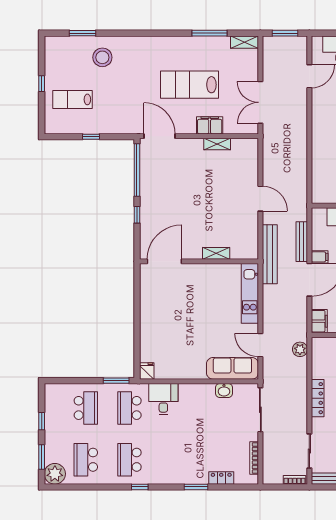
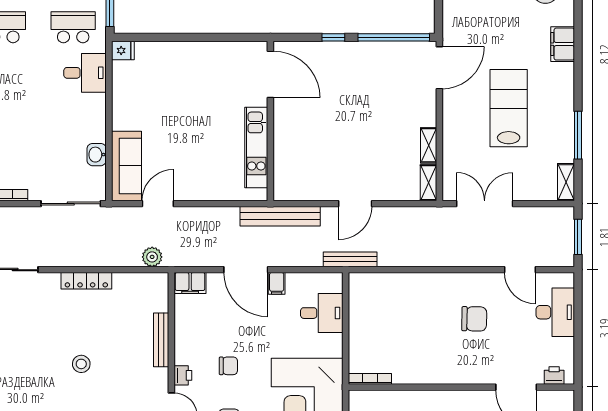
filing cabinet: (210, 125) -> (563, 44), moved, turned 180
bench: (302, 242) -> (350, 259), moved
shelving: (216, 253) -> (428, 183), moved
kitchen unit: (250, 293) -> (256, 147), moved, turned -90

